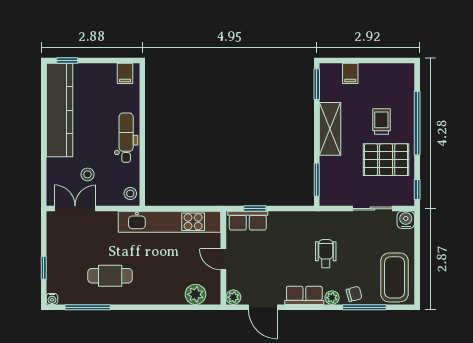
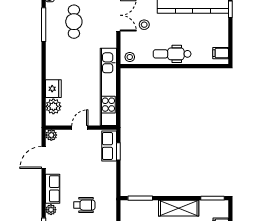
dental chair: (126, 138) -> (172, 54), turned 180
cafe table: (110, 276) -> (74, 22), moved
fridge: (172, 294) -> (53, 89), added

